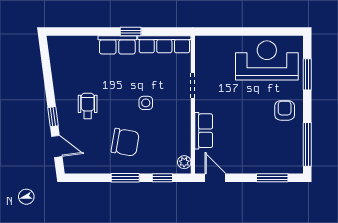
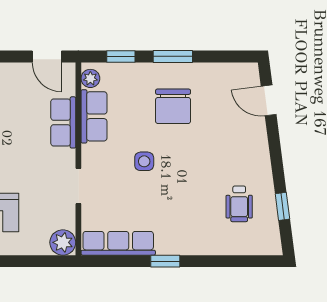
row of seats: (117, 45) -> (94, 116), moved, turned 90
plant: (204, 45) -> (63, 242), added
wheelchair: (88, 106) -> (239, 204), moved
window: (53, 117) -> (282, 206), moved
chair: (125, 142) -> (173, 106), turned -100

